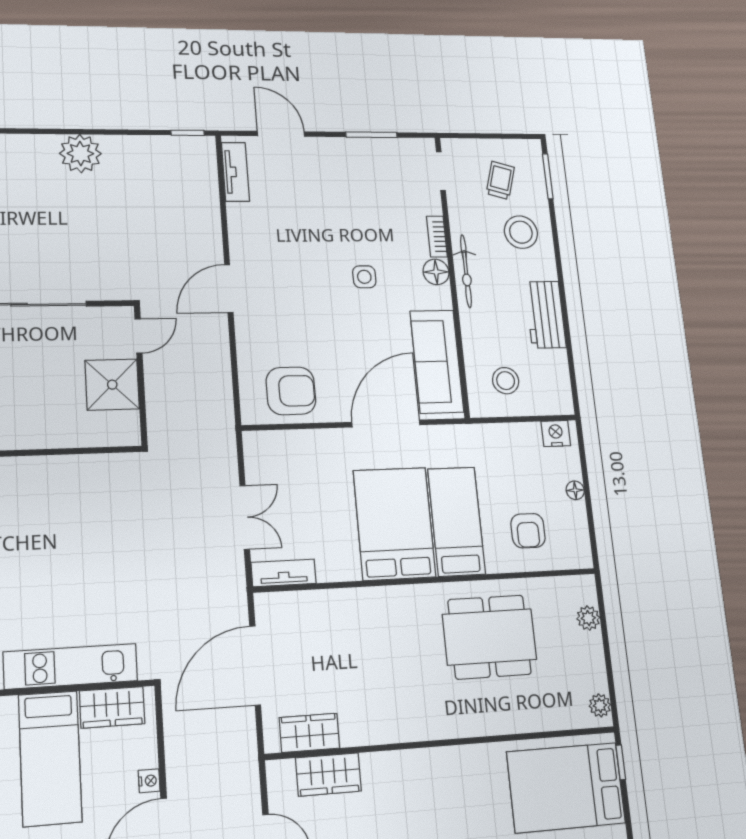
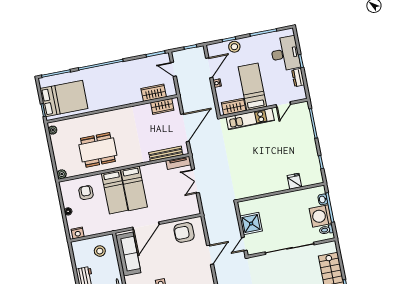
door: (229, 288) -> (210, 255), moved
bed: (394, 524) -> (134, 188), width x0.67
bench: (315, 602) -> (166, 154), added
plant: (588, 618) -> (62, 174), moved

